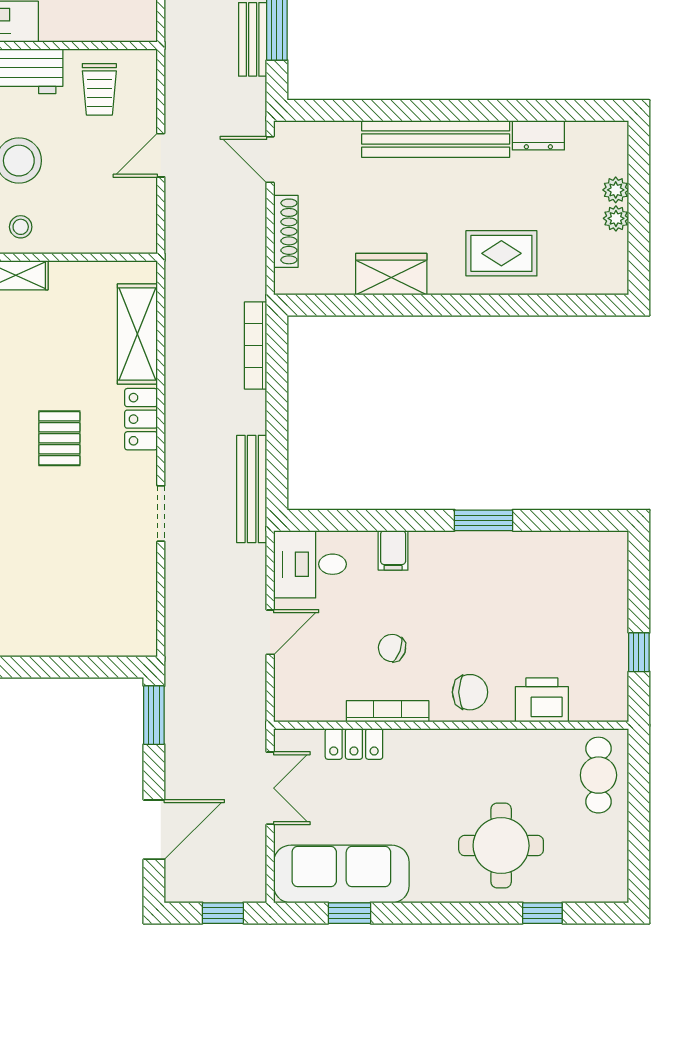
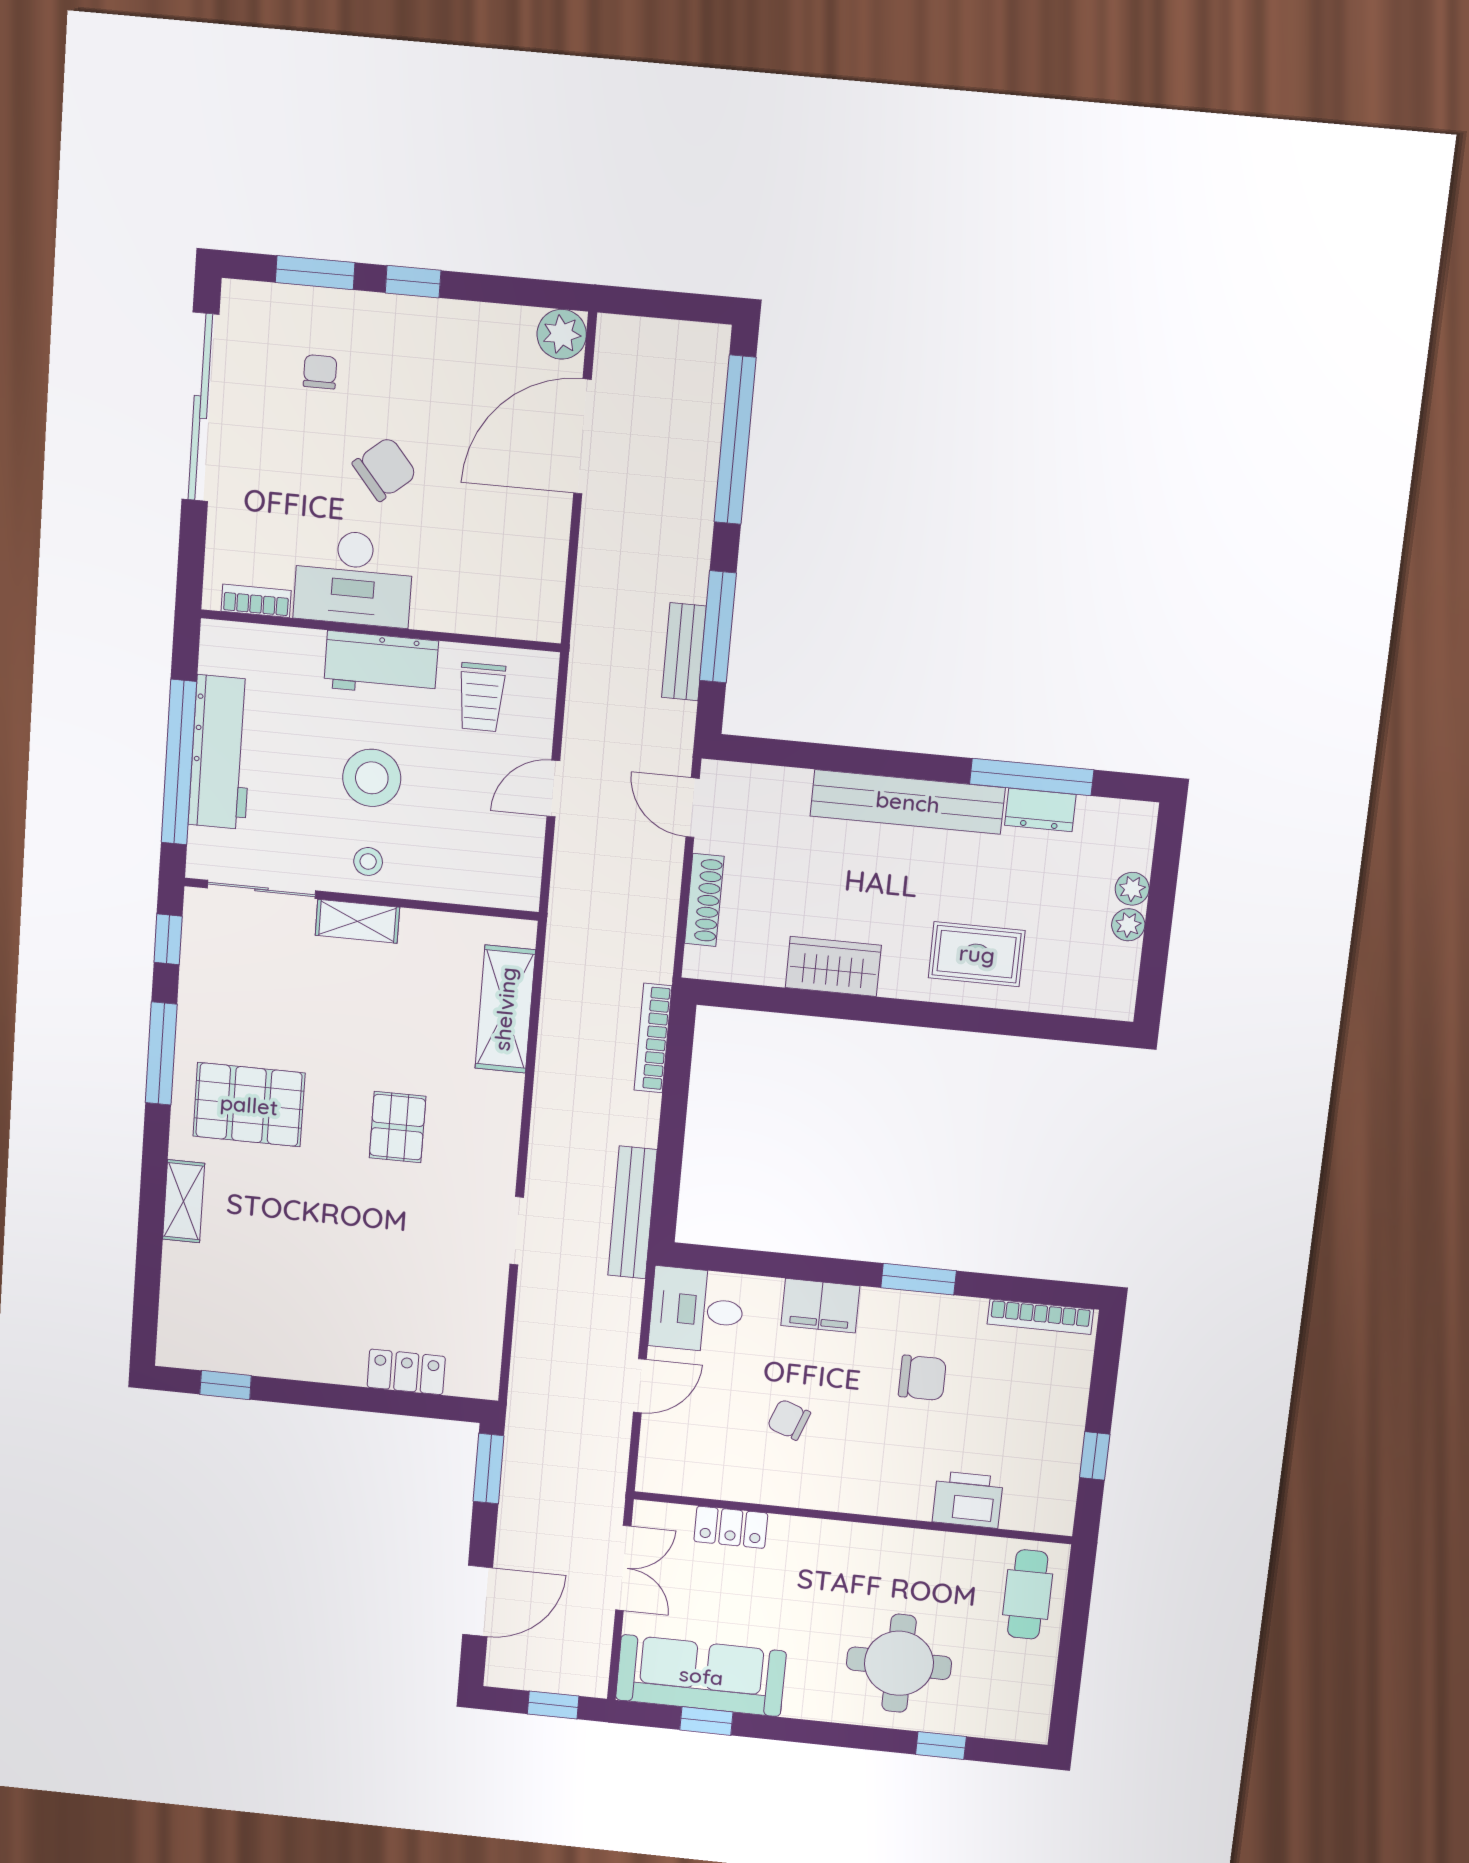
window: (529, 110) -> (1032, 777), added
locker: (141, 419) -> (406, 1372), moved, turned 90
filing cabinet: (393, 550) -> (820, 1306), width x2.00
chair: (470, 692) -> (922, 1378), moved
bookcase: (388, 711) -> (1040, 1317), moved, turned 180

